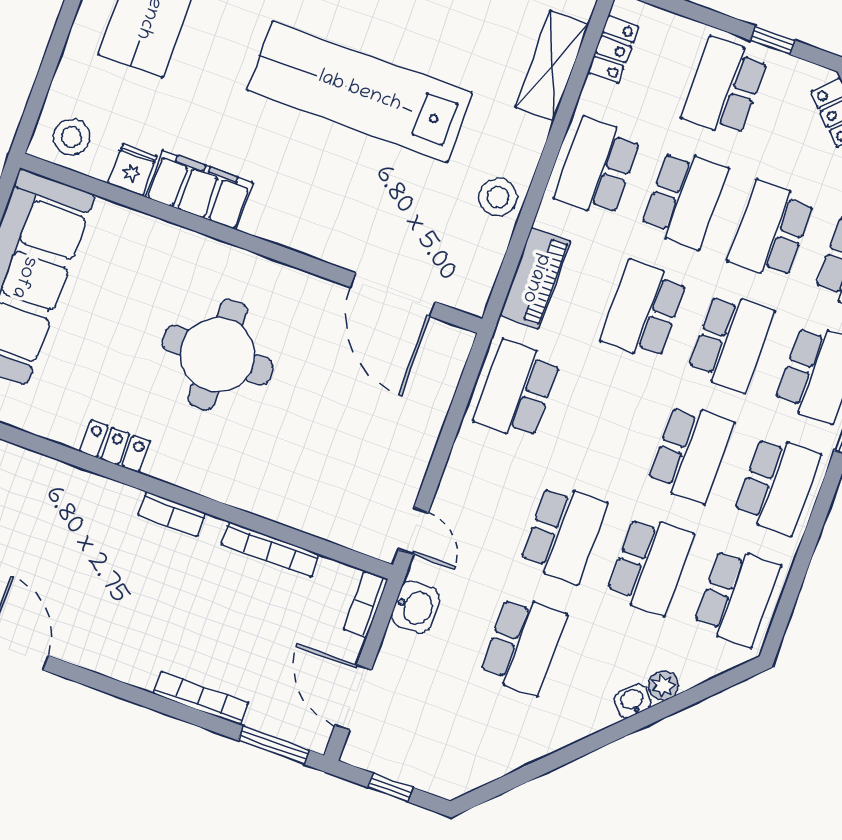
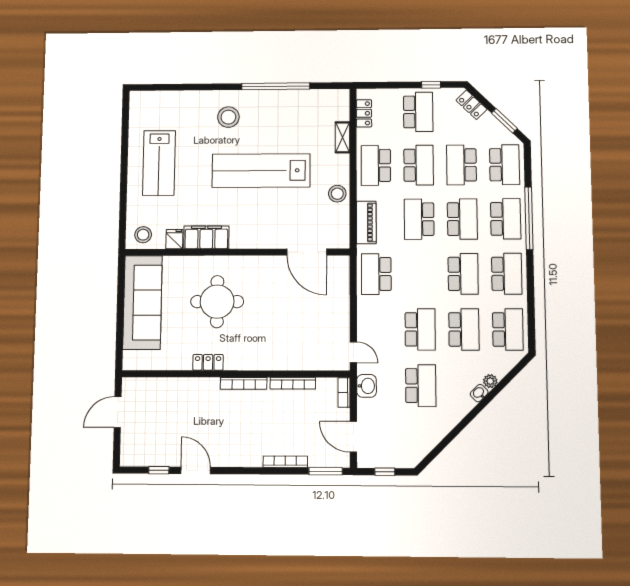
shelving: (552, 66) -> (342, 137), width x0.67, depth x0.75
school desk: (725, 87) -> (418, 112), turned 180
round table: (218, 355) -> (217, 302), moved
bookcase: (172, 514) -> (244, 383), width x1.56

